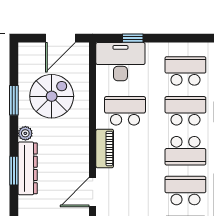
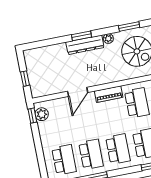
school desk: (185, 151) -> (118, 149), turned 180
door: (93, 192) -> (78, 92), swing flipped

